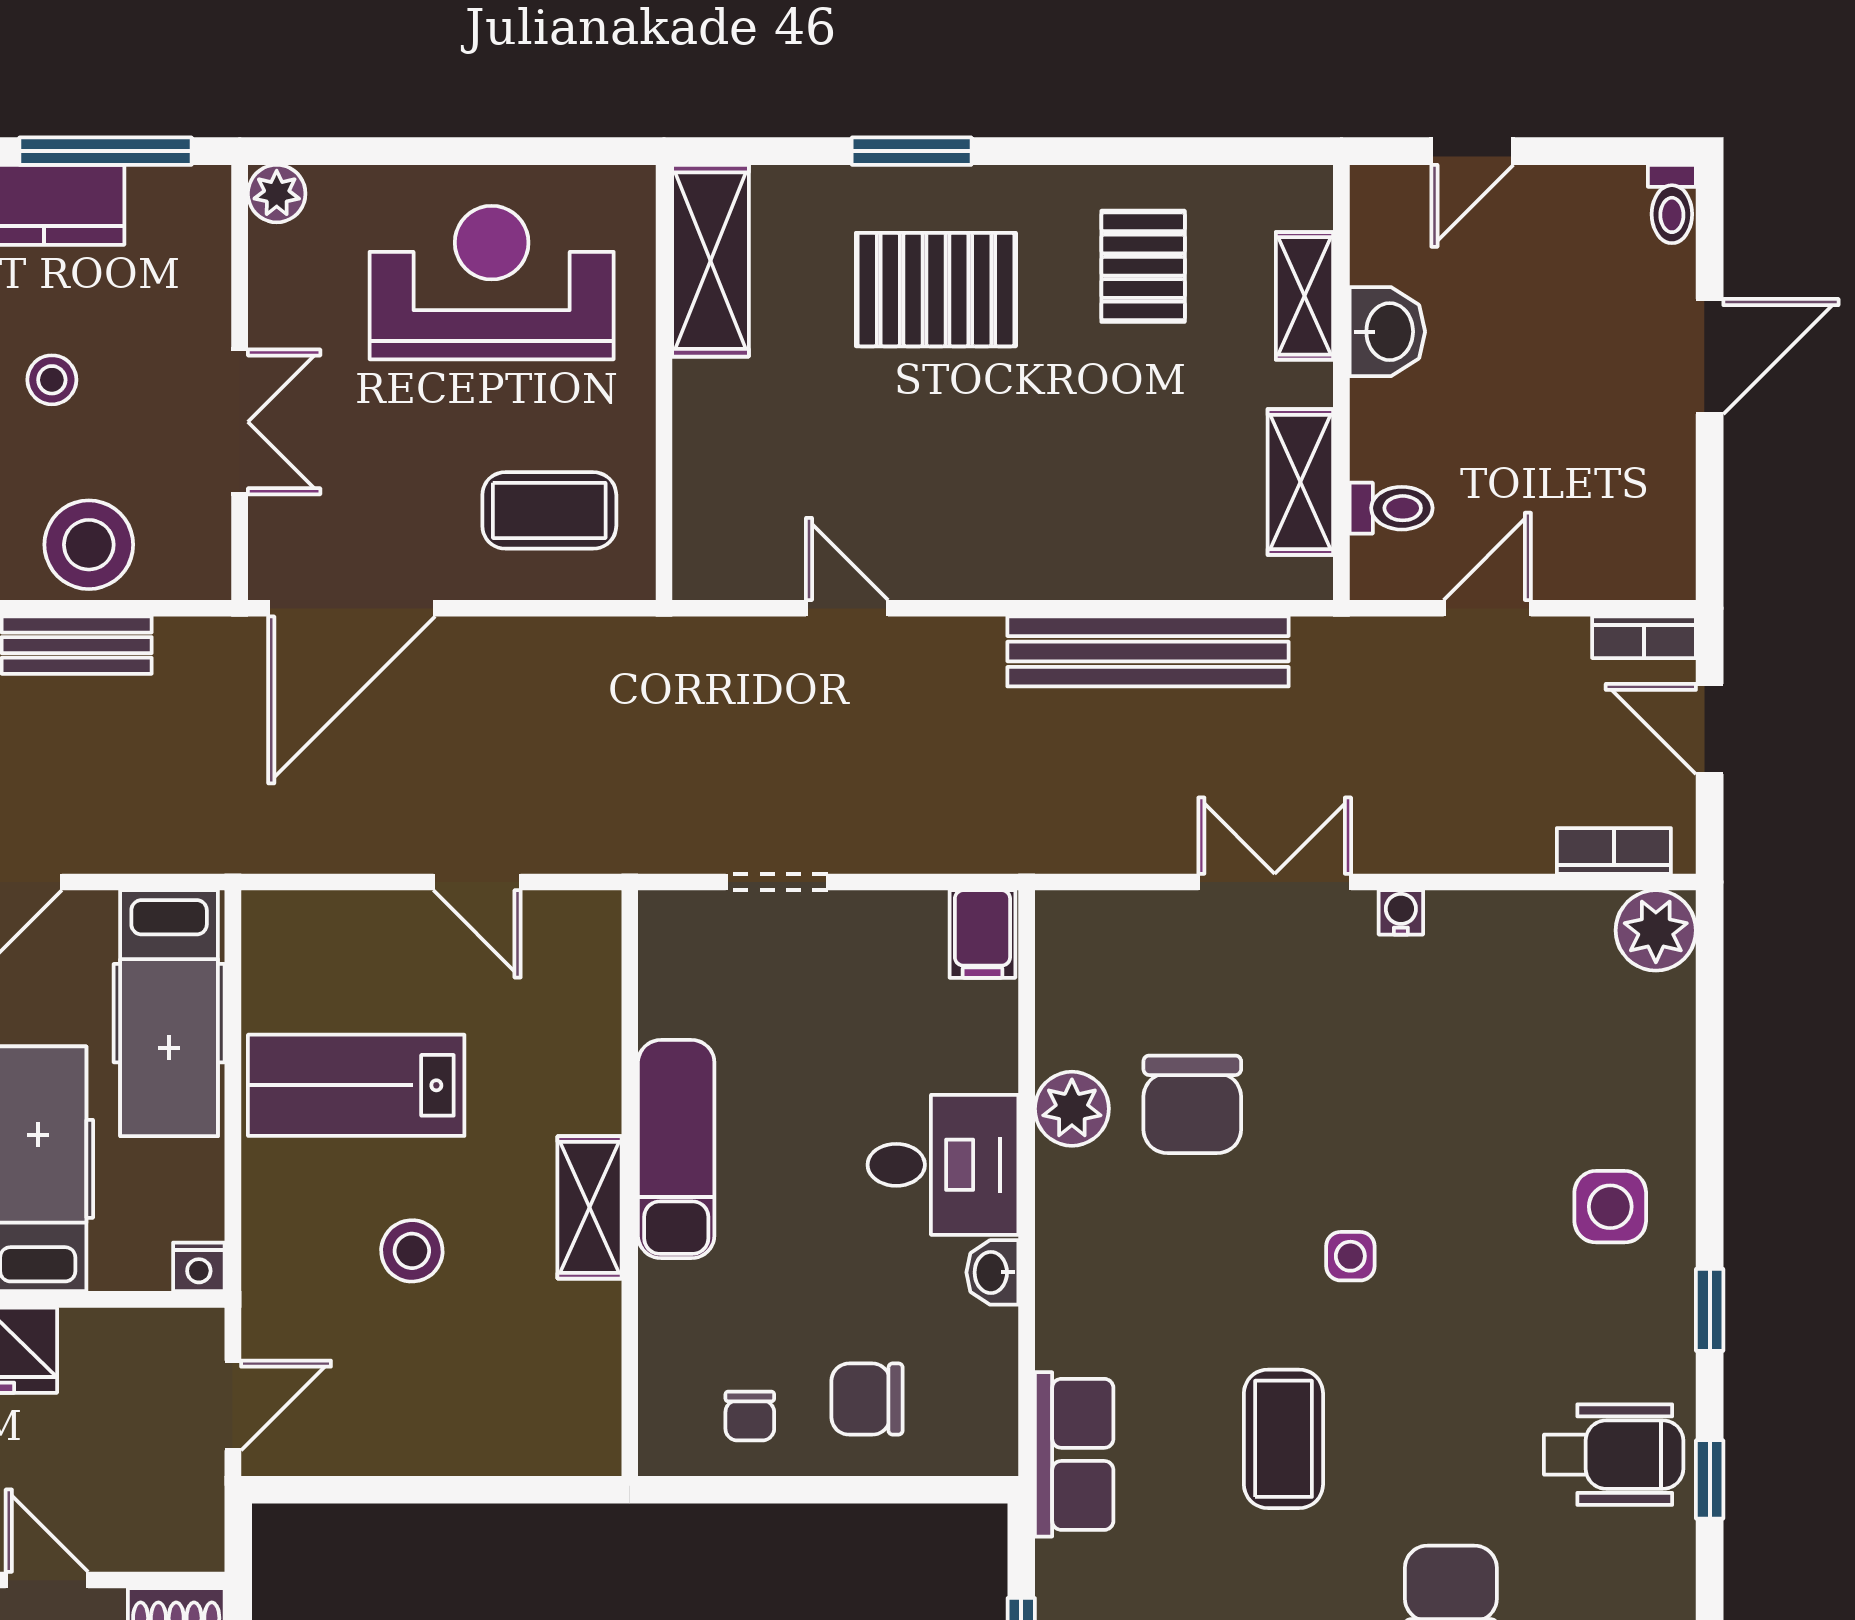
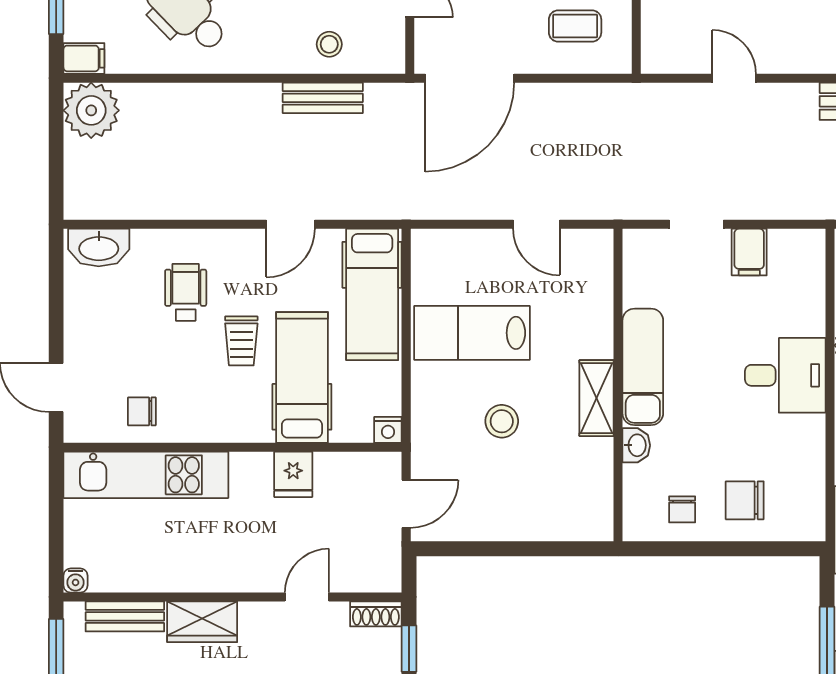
coffee table: (549, 510) -> (575, 26), width x0.73, depth x0.77
stool: (89, 545) -> (329, 44), width x0.53, depth x0.53
filing cabinet: (982, 934) -> (749, 252), moved
washbasin: (992, 1272) -> (636, 445), moved, turned 180
door: (47, 1580) -> (307, 597), hinge flipped

